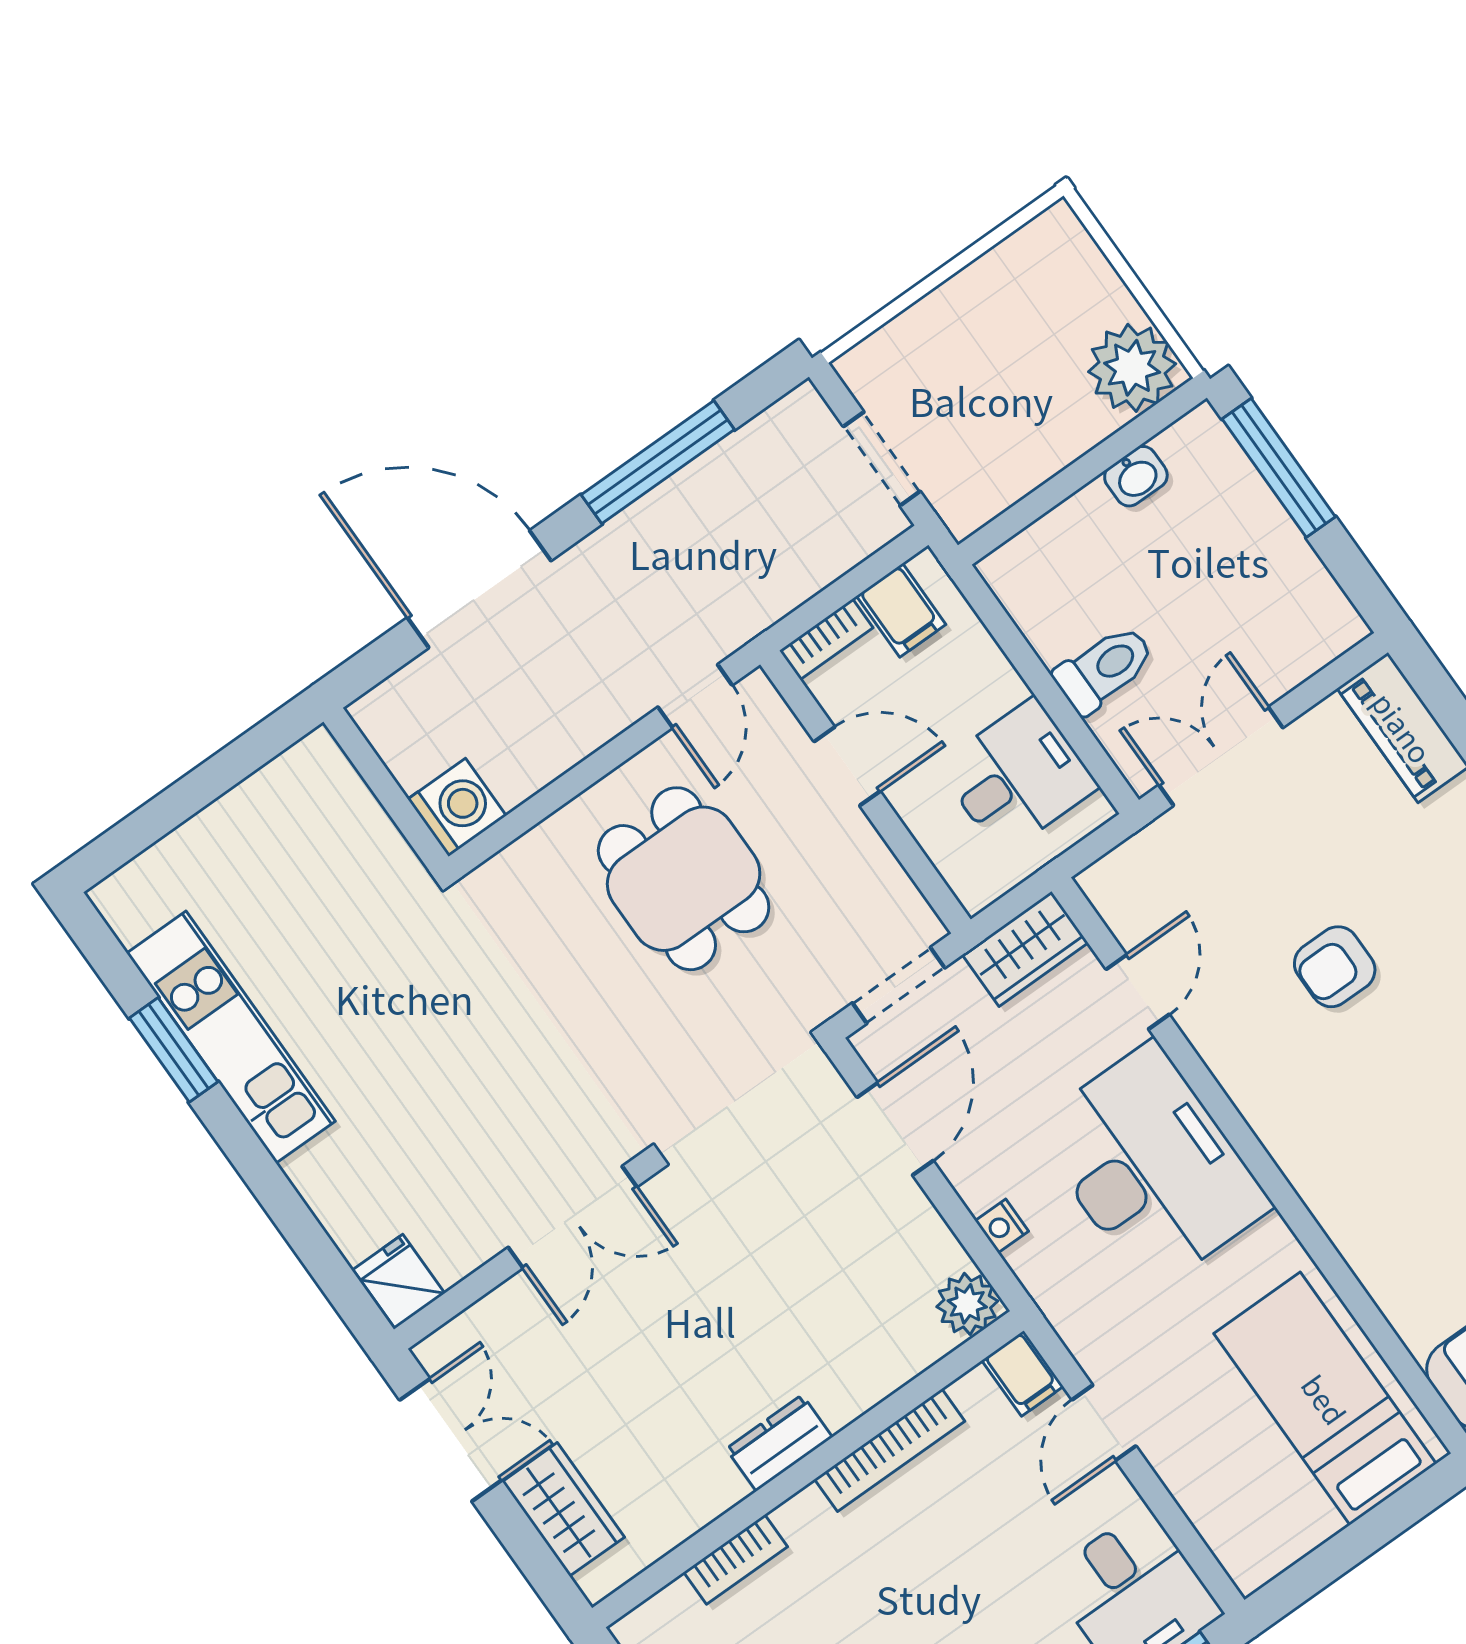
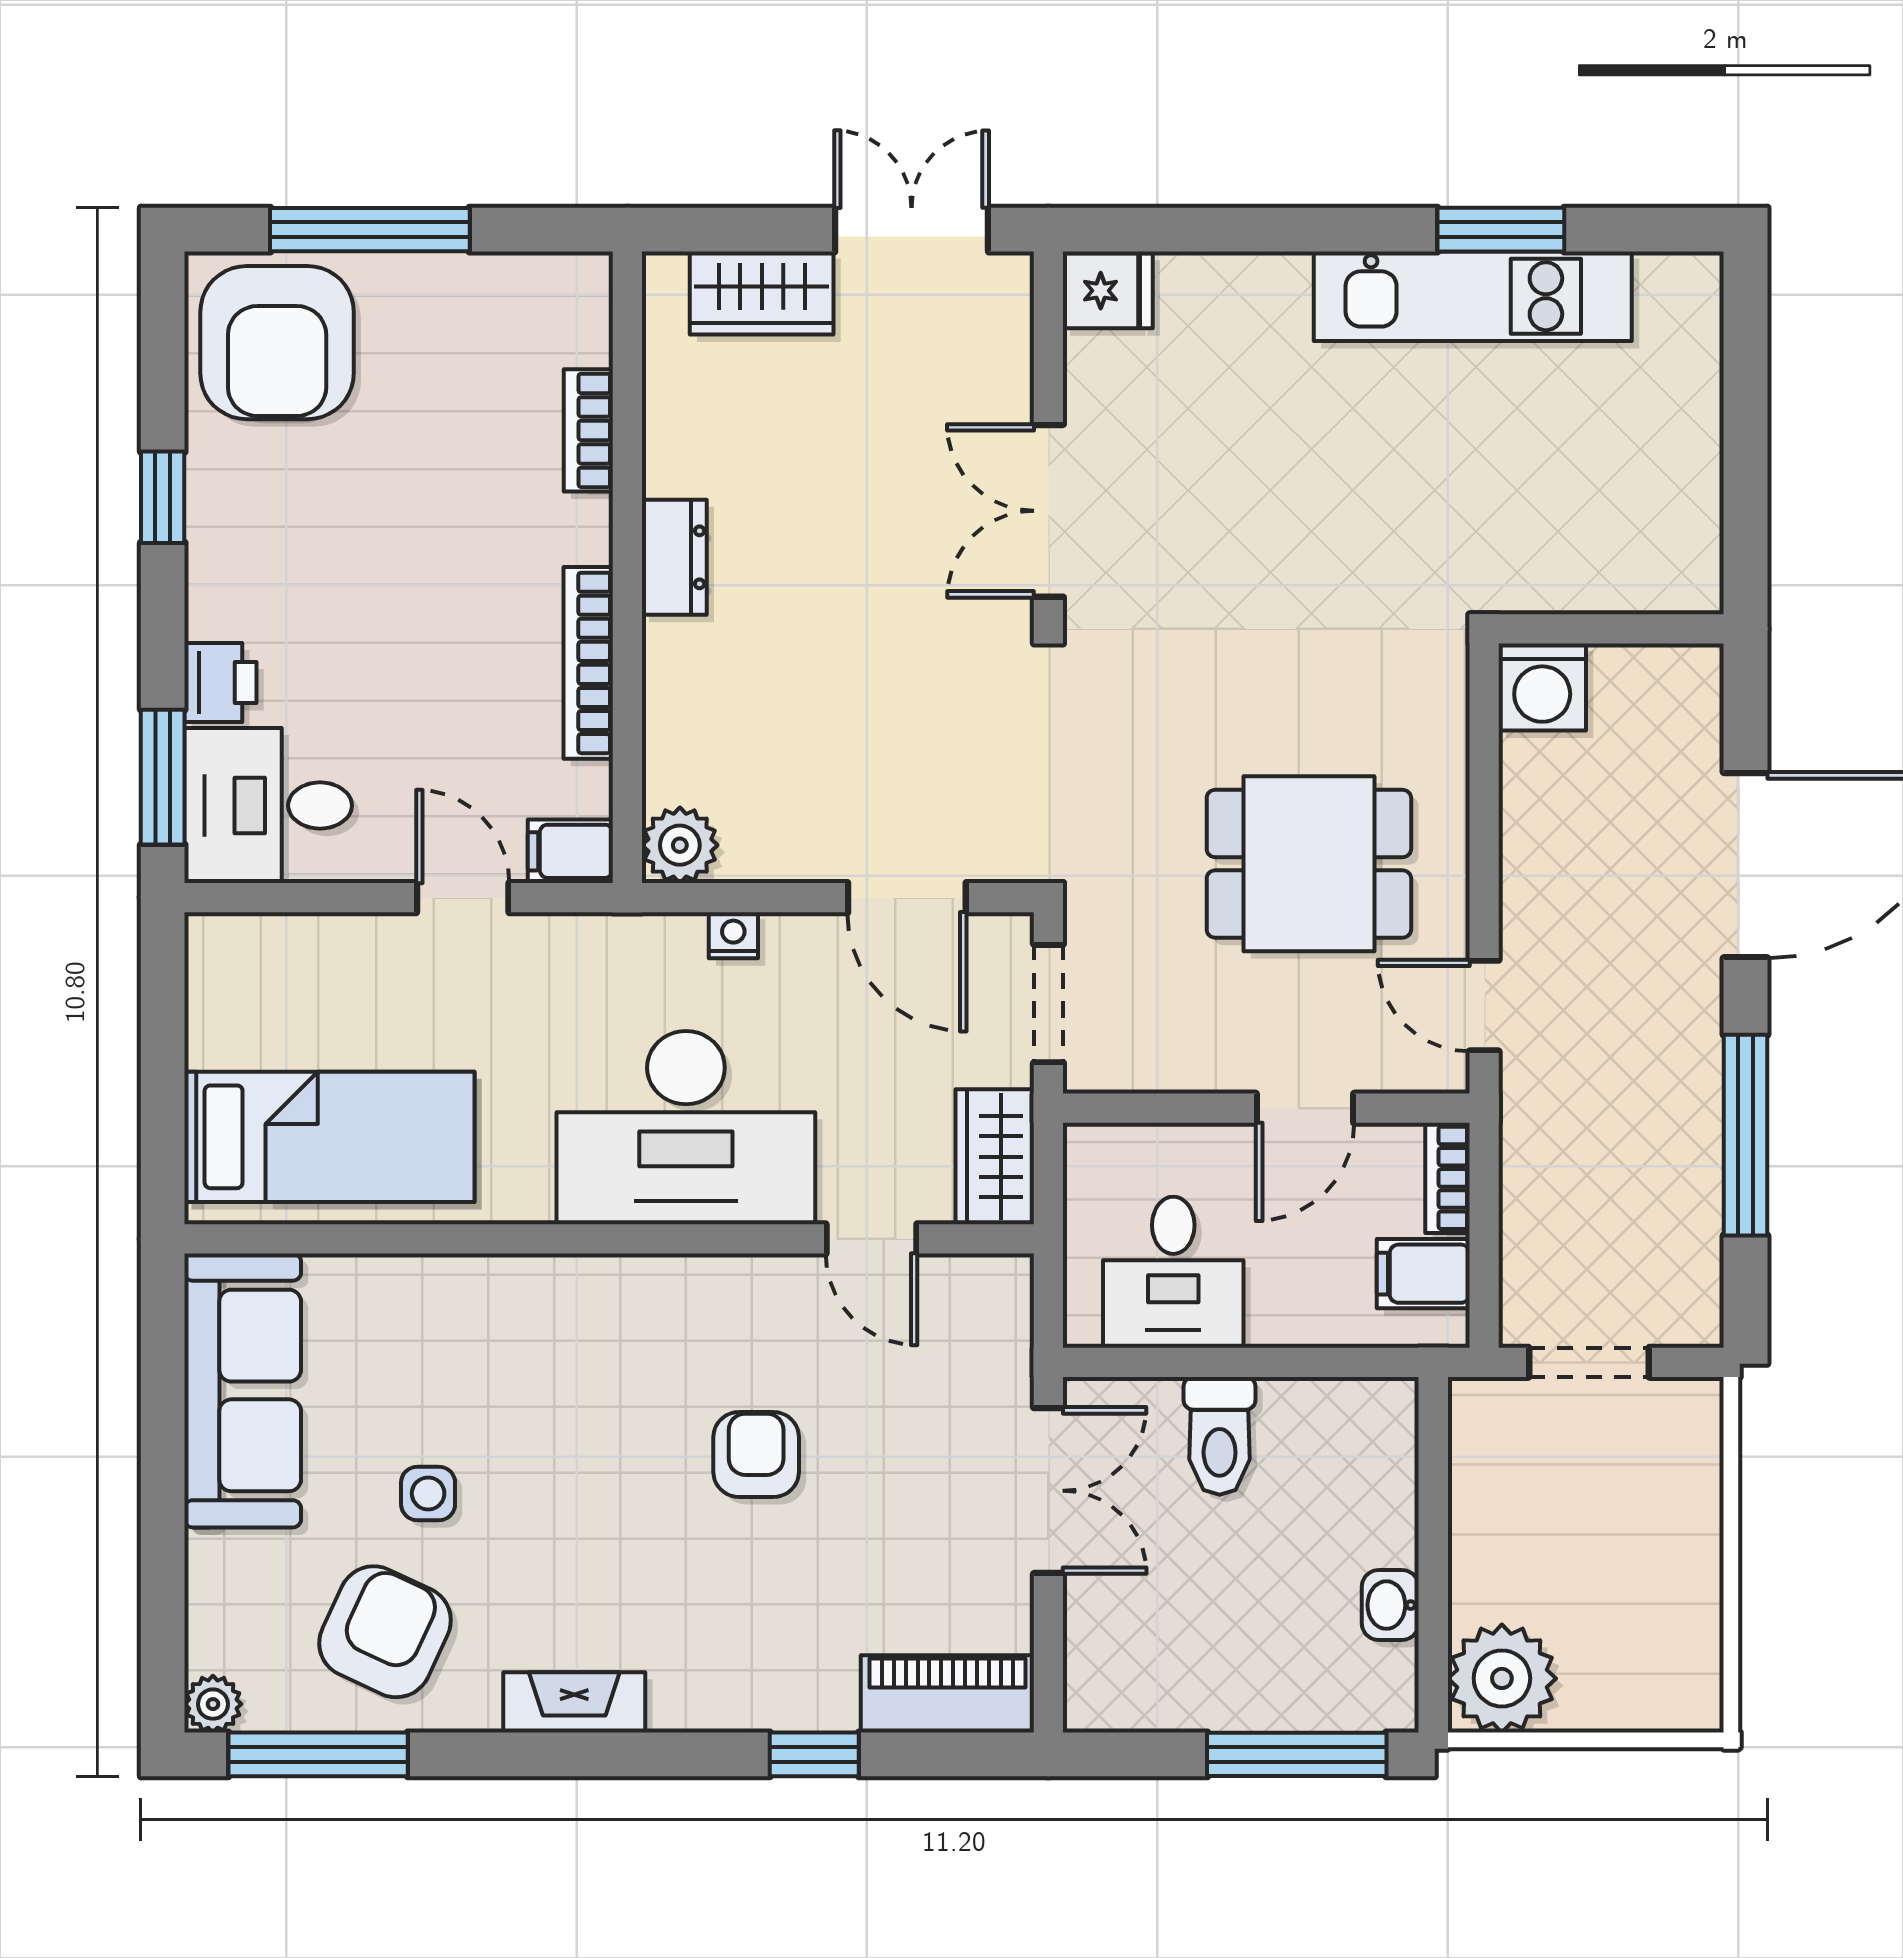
double door: (451, 1440) -> (912, 230), swing flipped

